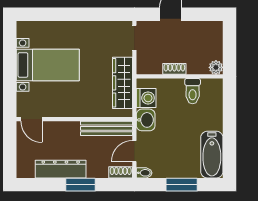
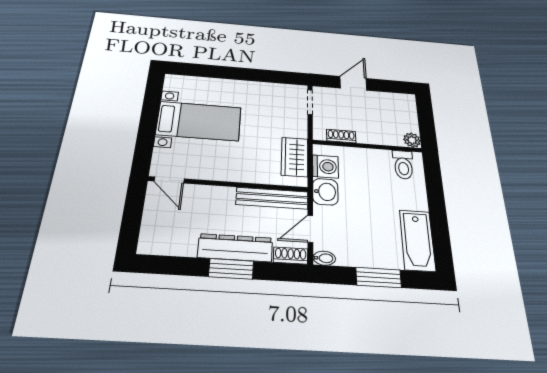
shoe rack: (174, 69) -> (341, 136), moved
wardrobe: (122, 83) -> (295, 157), width x0.67
toilet: (193, 91) -> (403, 165), moved
dresser: (61, 169) -> (235, 248), moved

